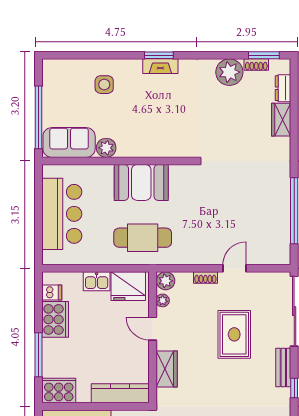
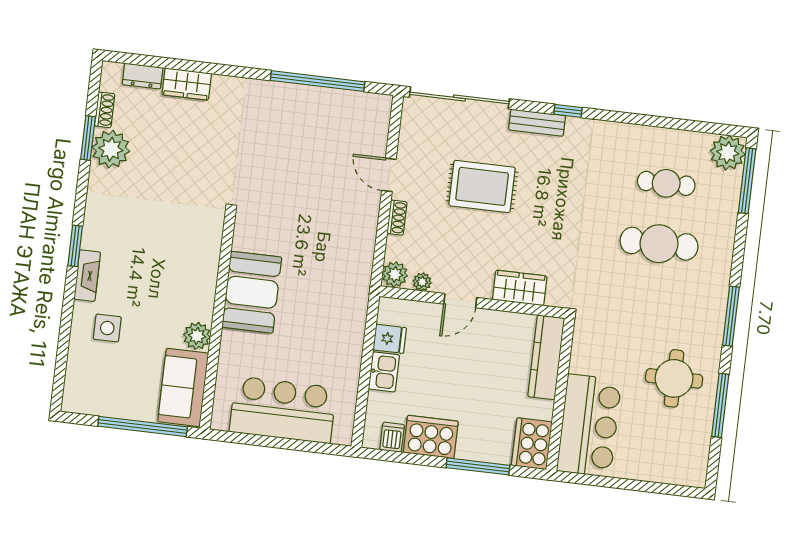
window: (264, 55) -> (88, 138), moved
fireplace: (160, 66) -> (87, 276), moved
cafe table: (143, 238) -> (330, 300), removed
fridge: (128, 286) -> (390, 339), width x0.53, depth x0.75

